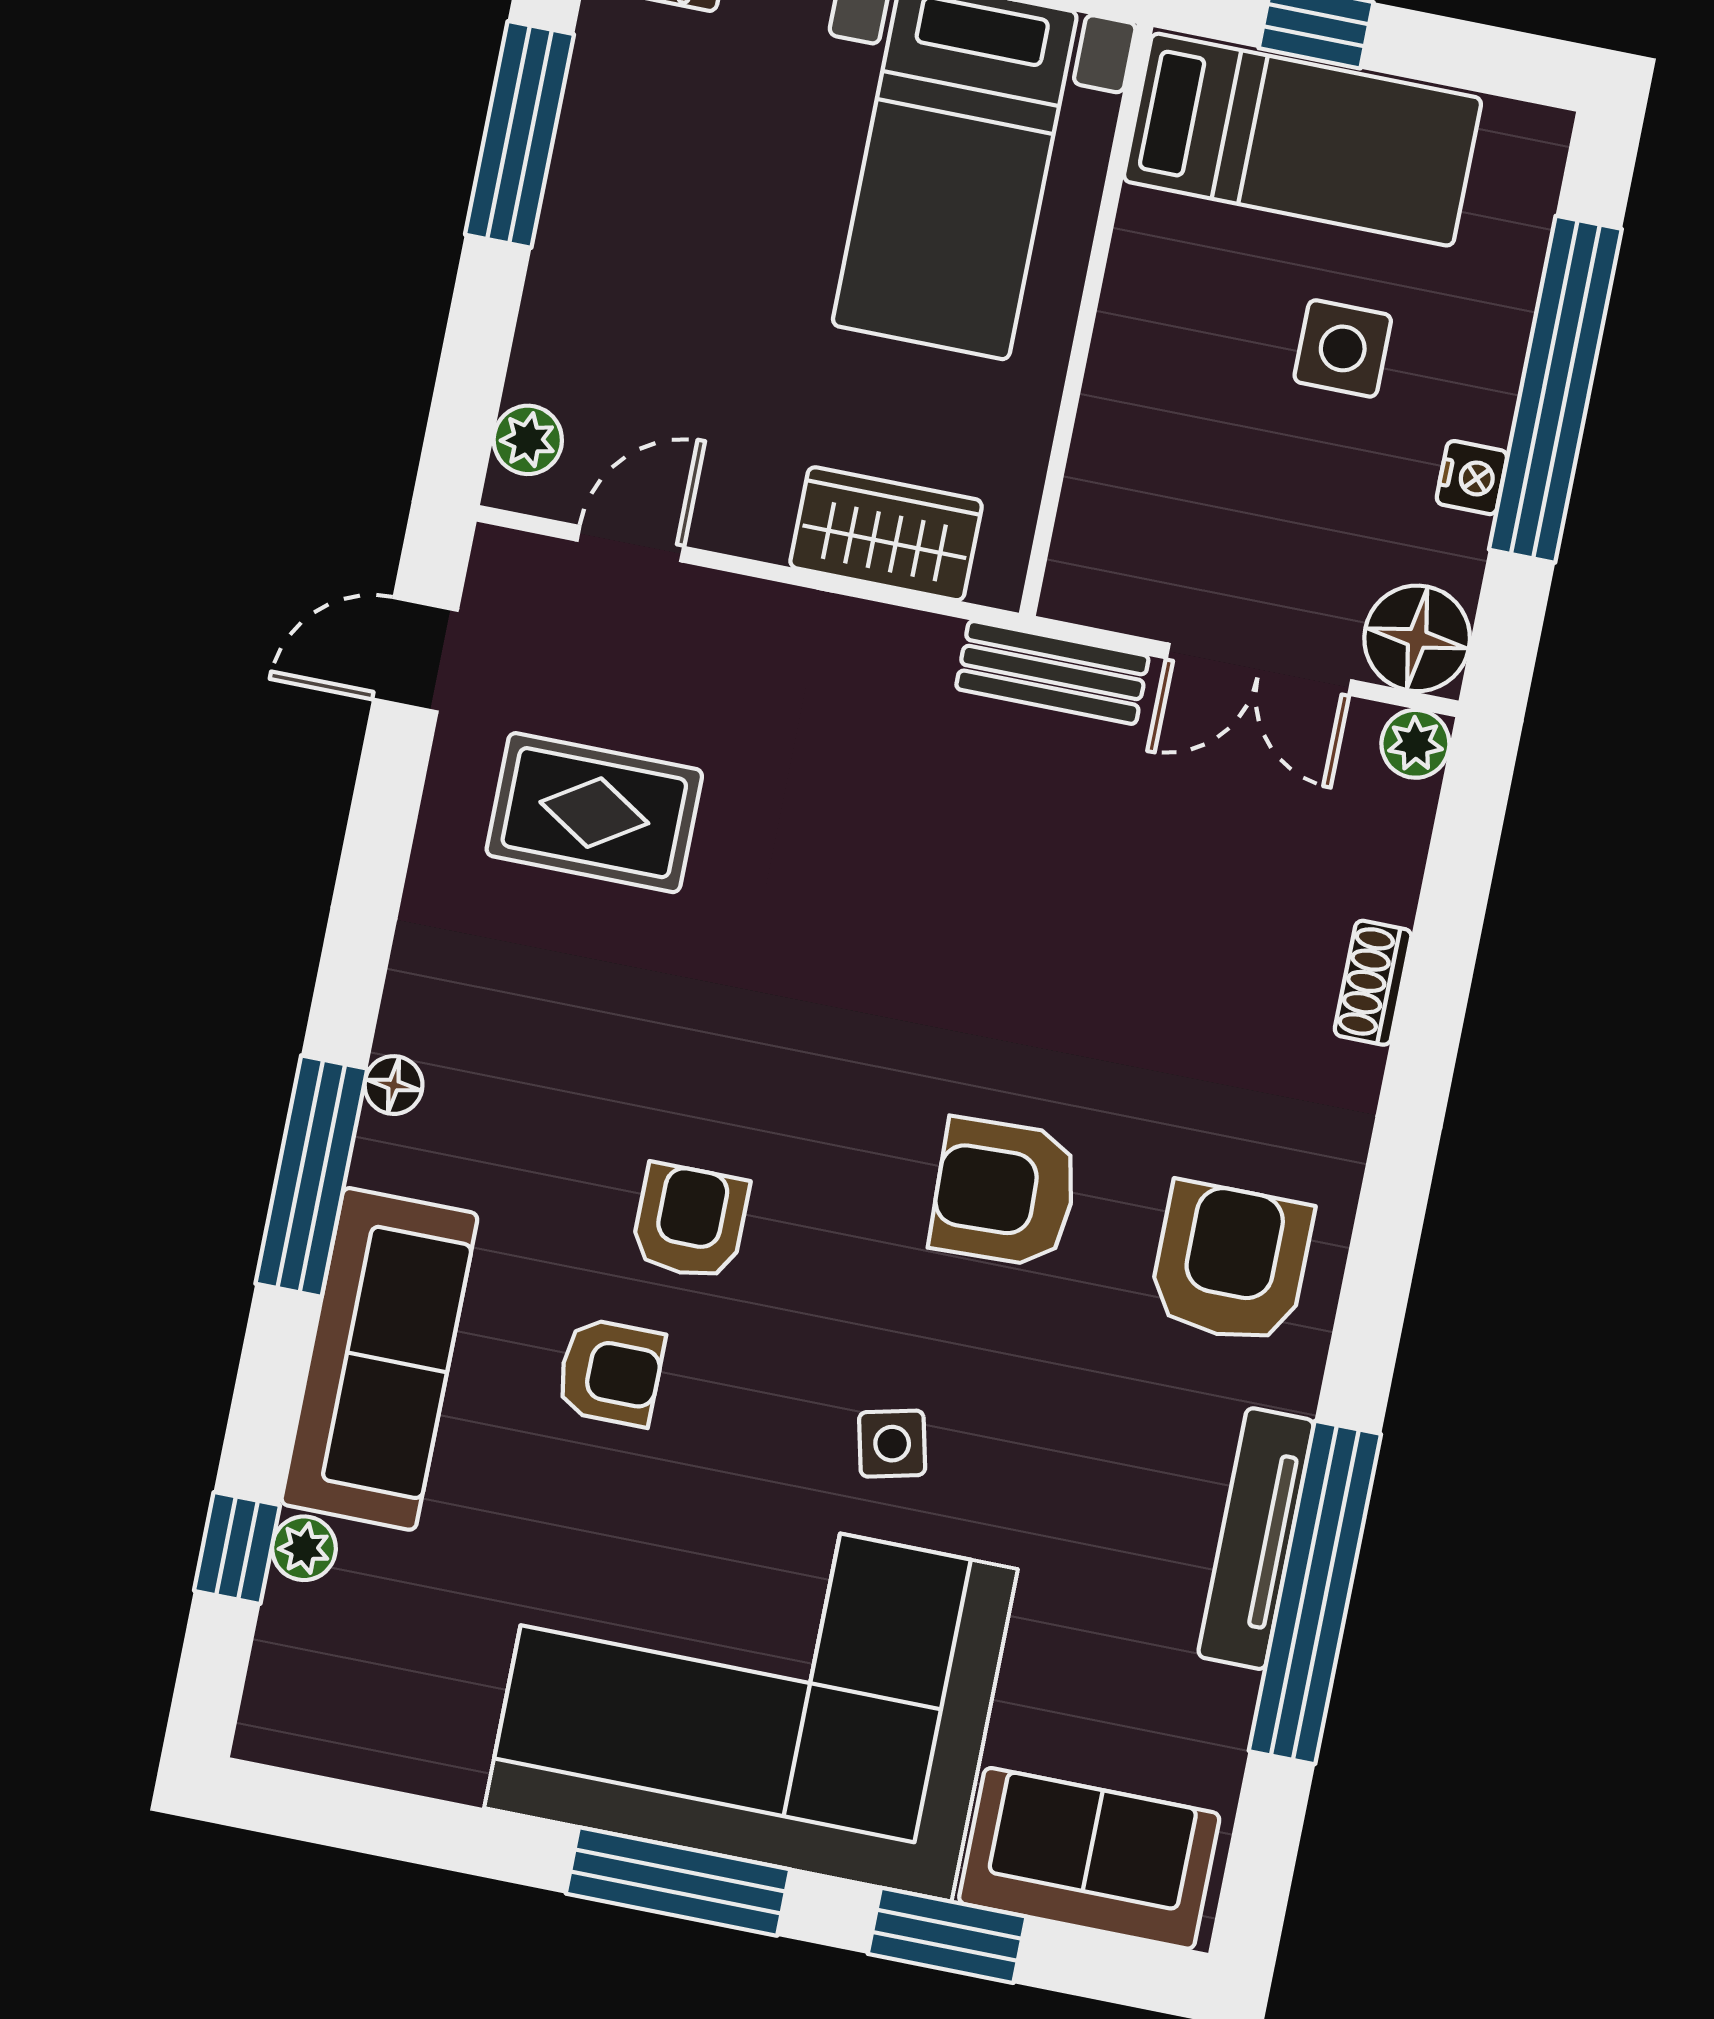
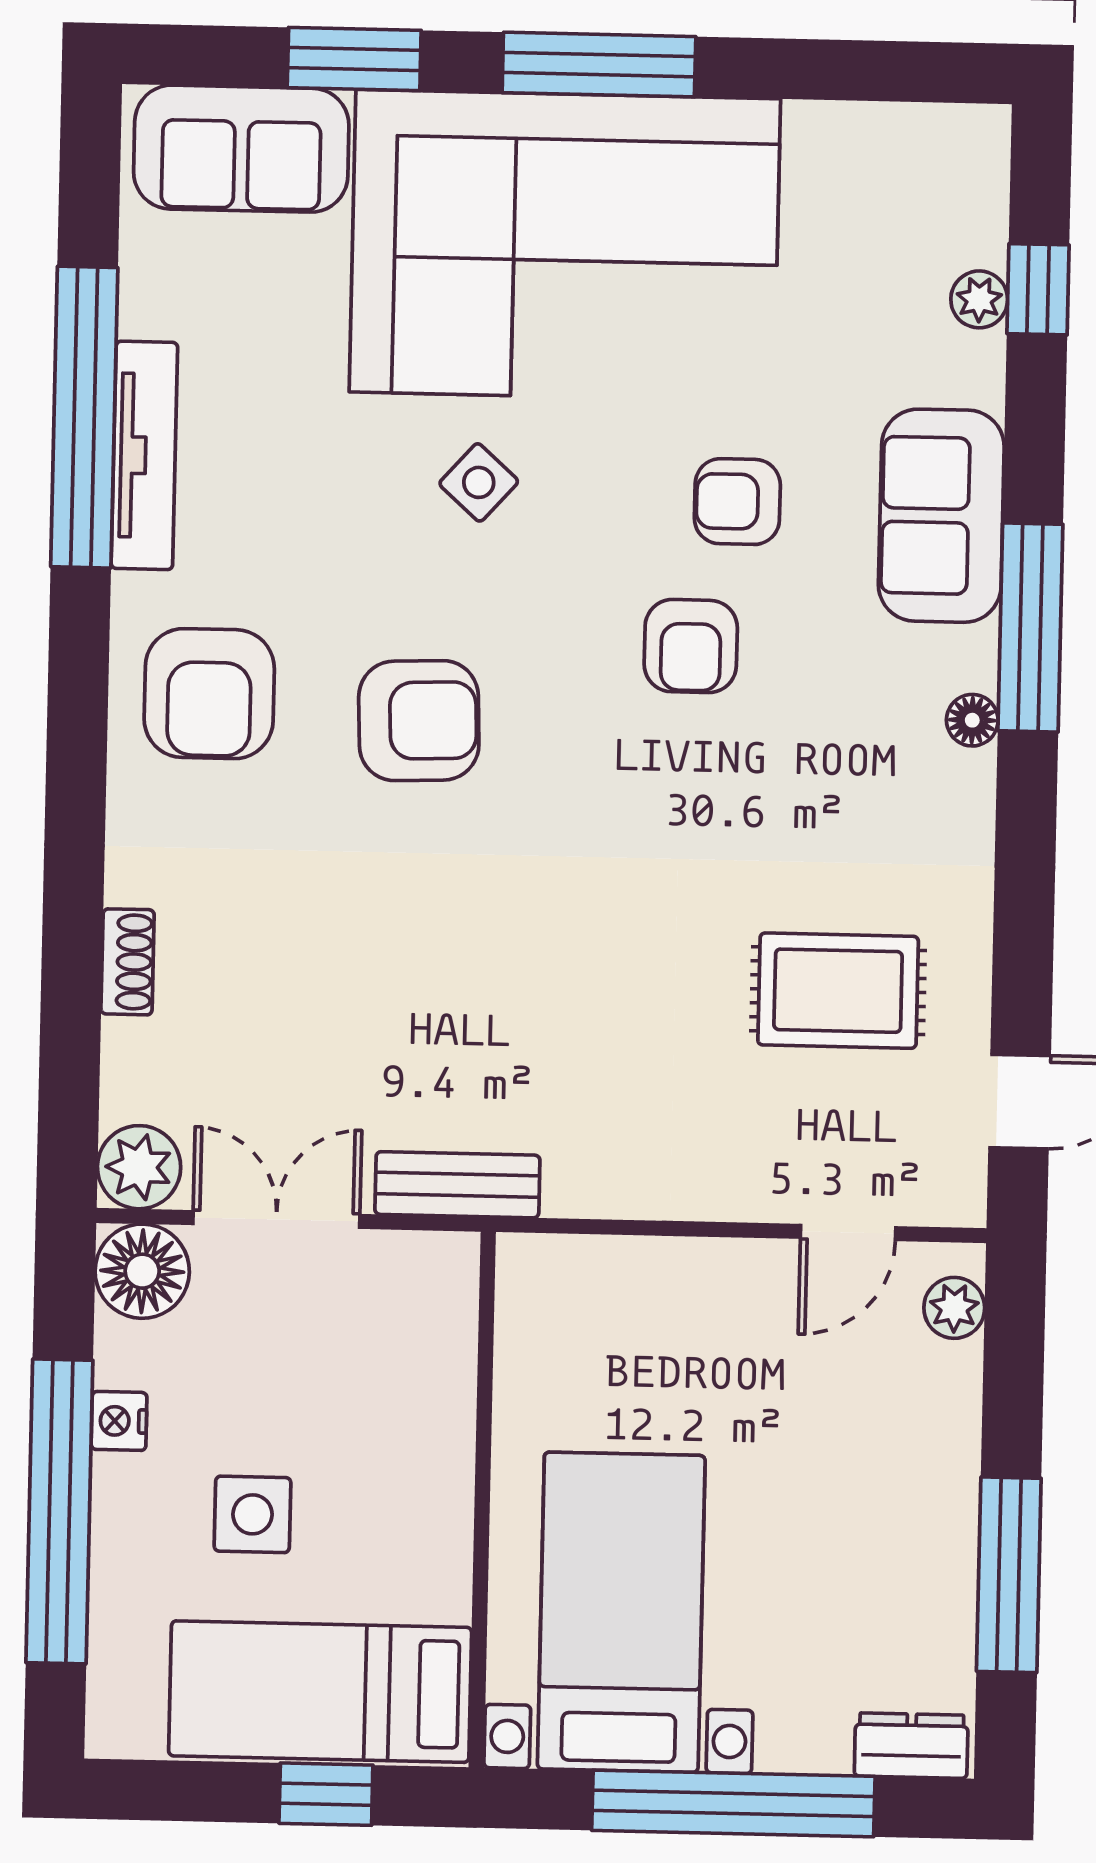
wardrobe: (886, 534) -> (625, 1281), removed
plant: (1415, 744) -> (139, 1167), width x1.38, depth x1.38
sofa: (379, 1359) -> (941, 516), width x0.73
side table: (892, 1444) -> (479, 482), turned -35

